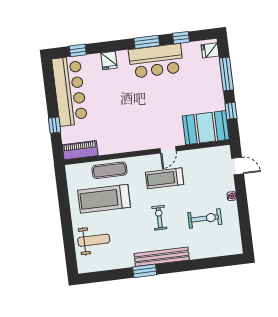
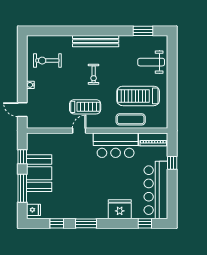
fridge: (109, 60) -> (120, 209), width x1.88, depth x1.34
bar counter: (156, 61) -> (116, 145), moved, turned 180
booth: (206, 128) -> (39, 173), moved, turned 90
treadmill: (104, 199) -> (138, 96), turned 180
exercise bike: (205, 218) -> (47, 61), moved
window: (145, 271) -> (143, 31), moved

